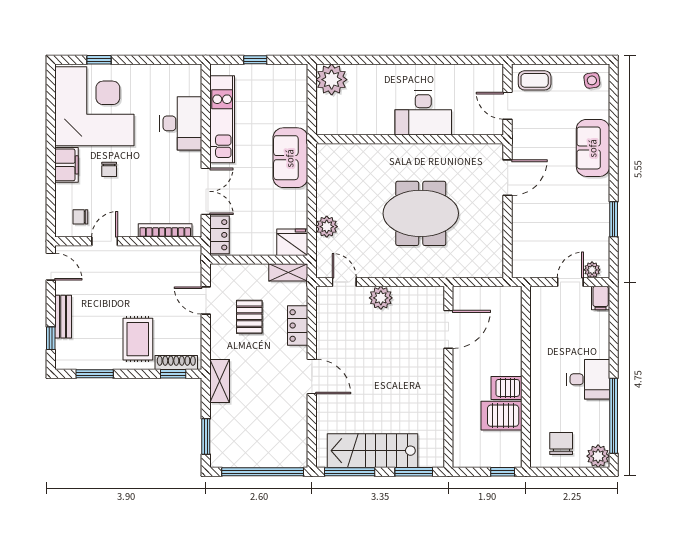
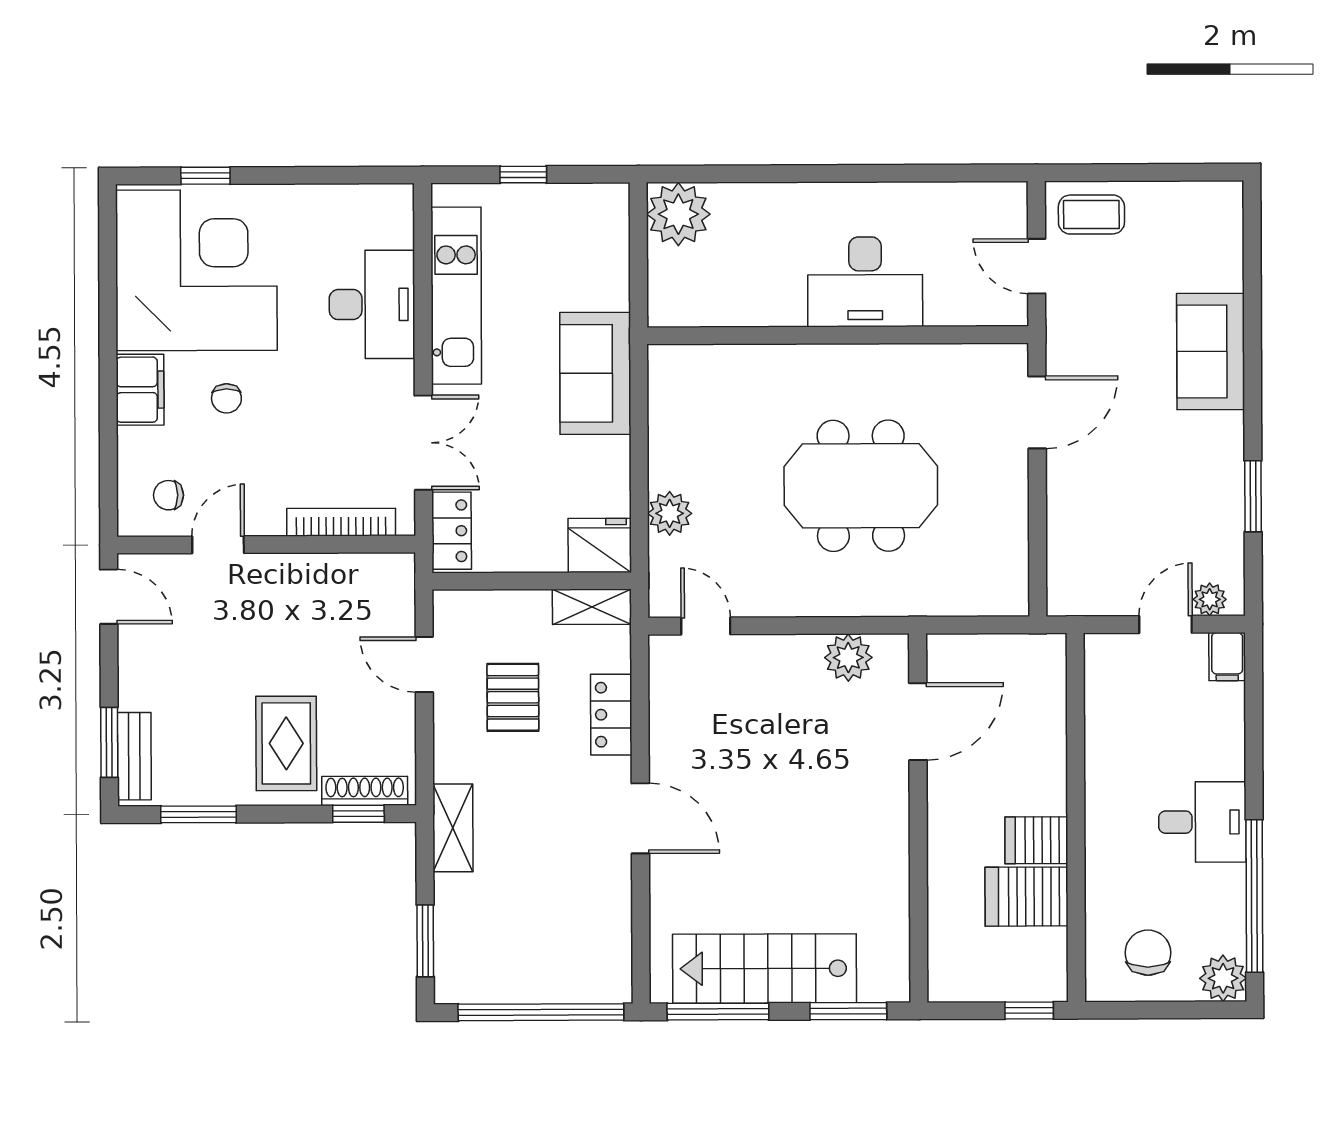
side table: (592, 80) -> (1208, 214), removed
plant: (381, 298) -> (848, 658), moved
bench: (63, 317) -> (134, 756), moved
window: (51, 338) -> (109, 742), width x1.50

